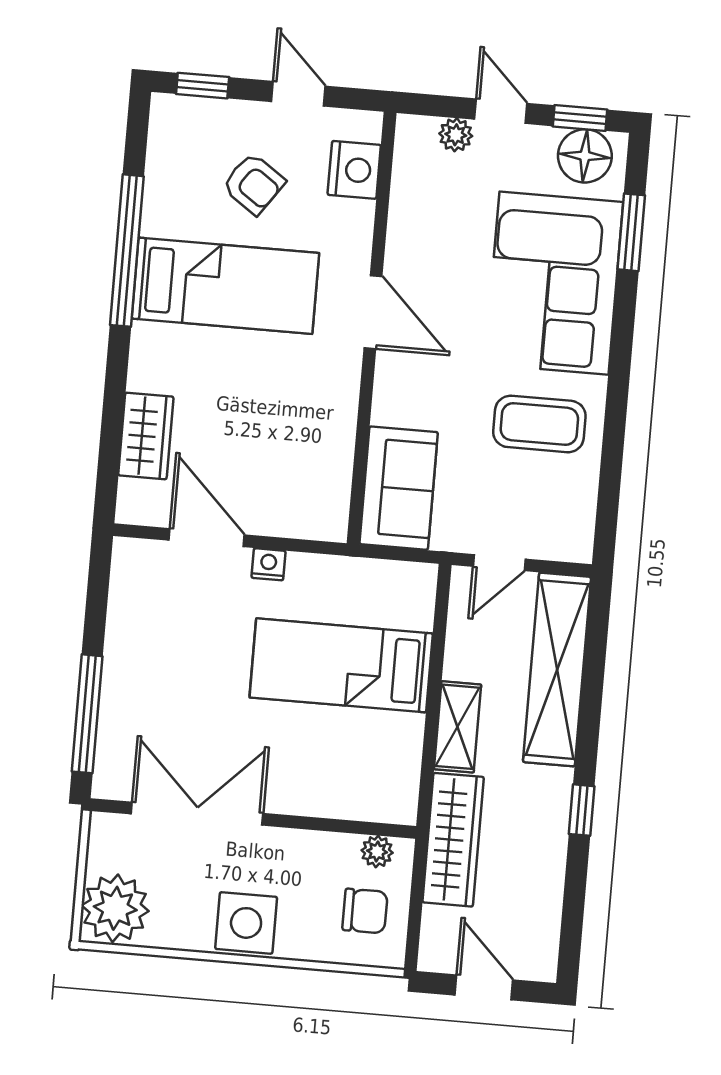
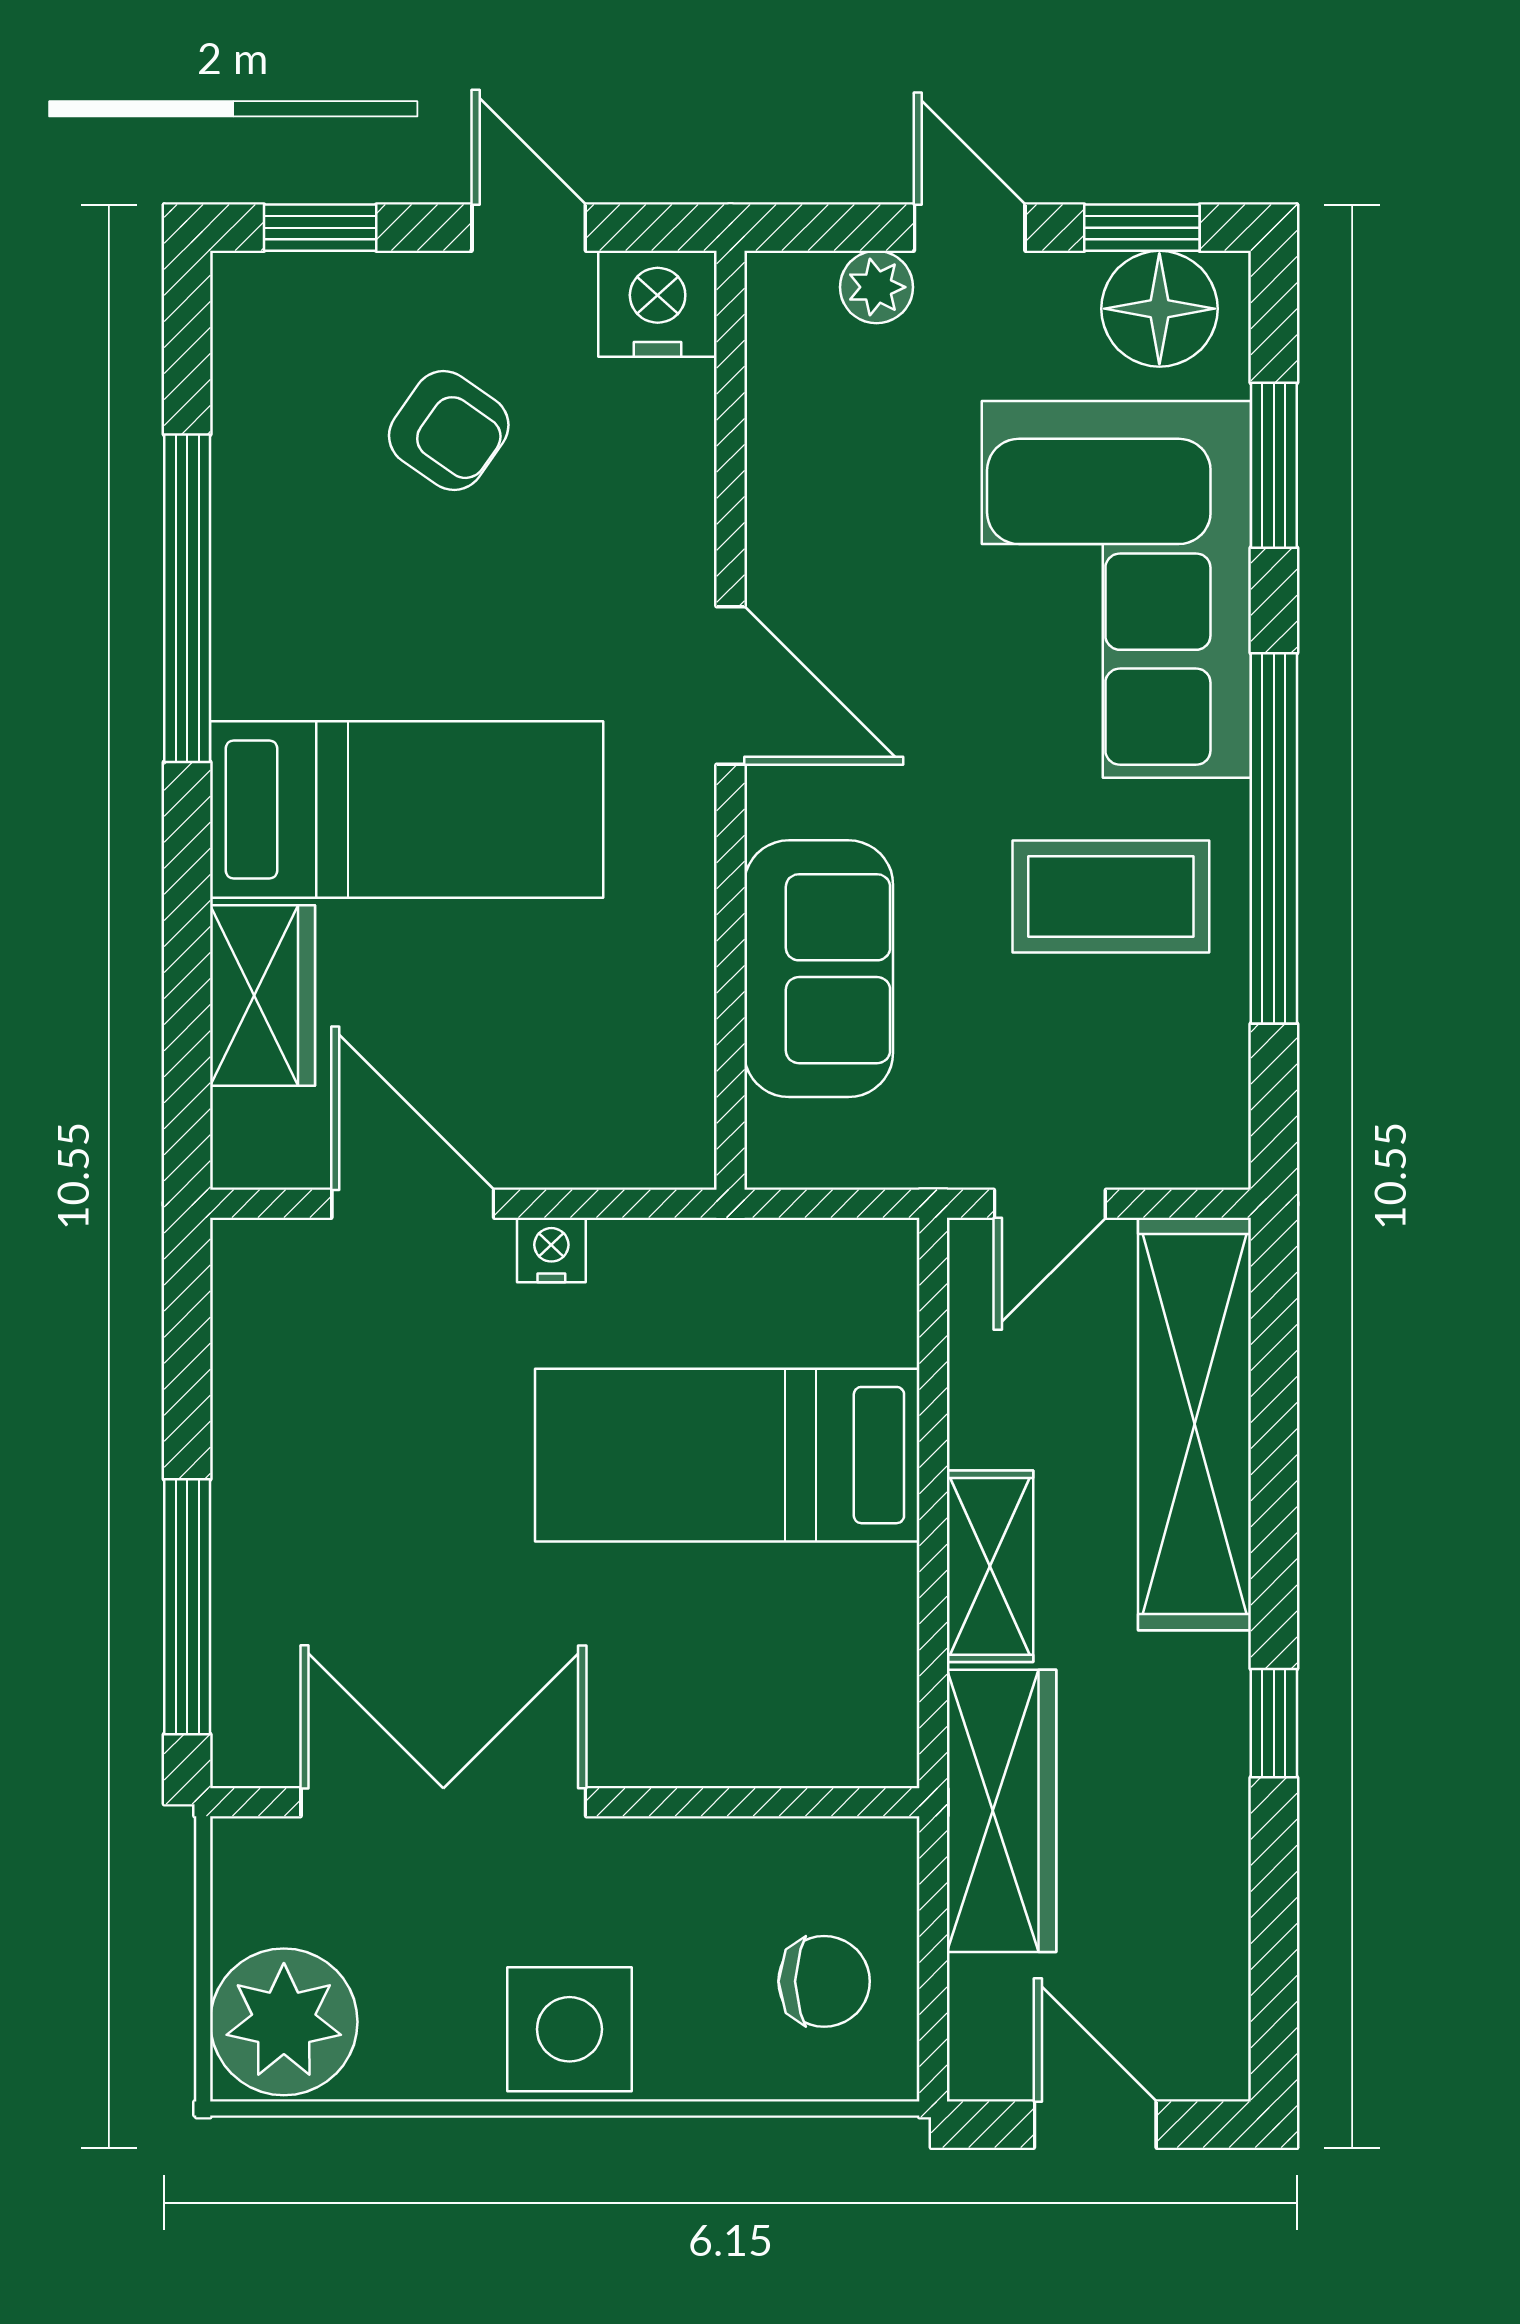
nightstand: (354, 170) -> (658, 304), moved, turned -90
bed: (225, 286) -> (407, 809), moved
window: (617, 404) -> (1274, 838), added
sofa: (399, 488) -> (819, 969), moved
plant: (377, 851) -> (839, 1851), removed

